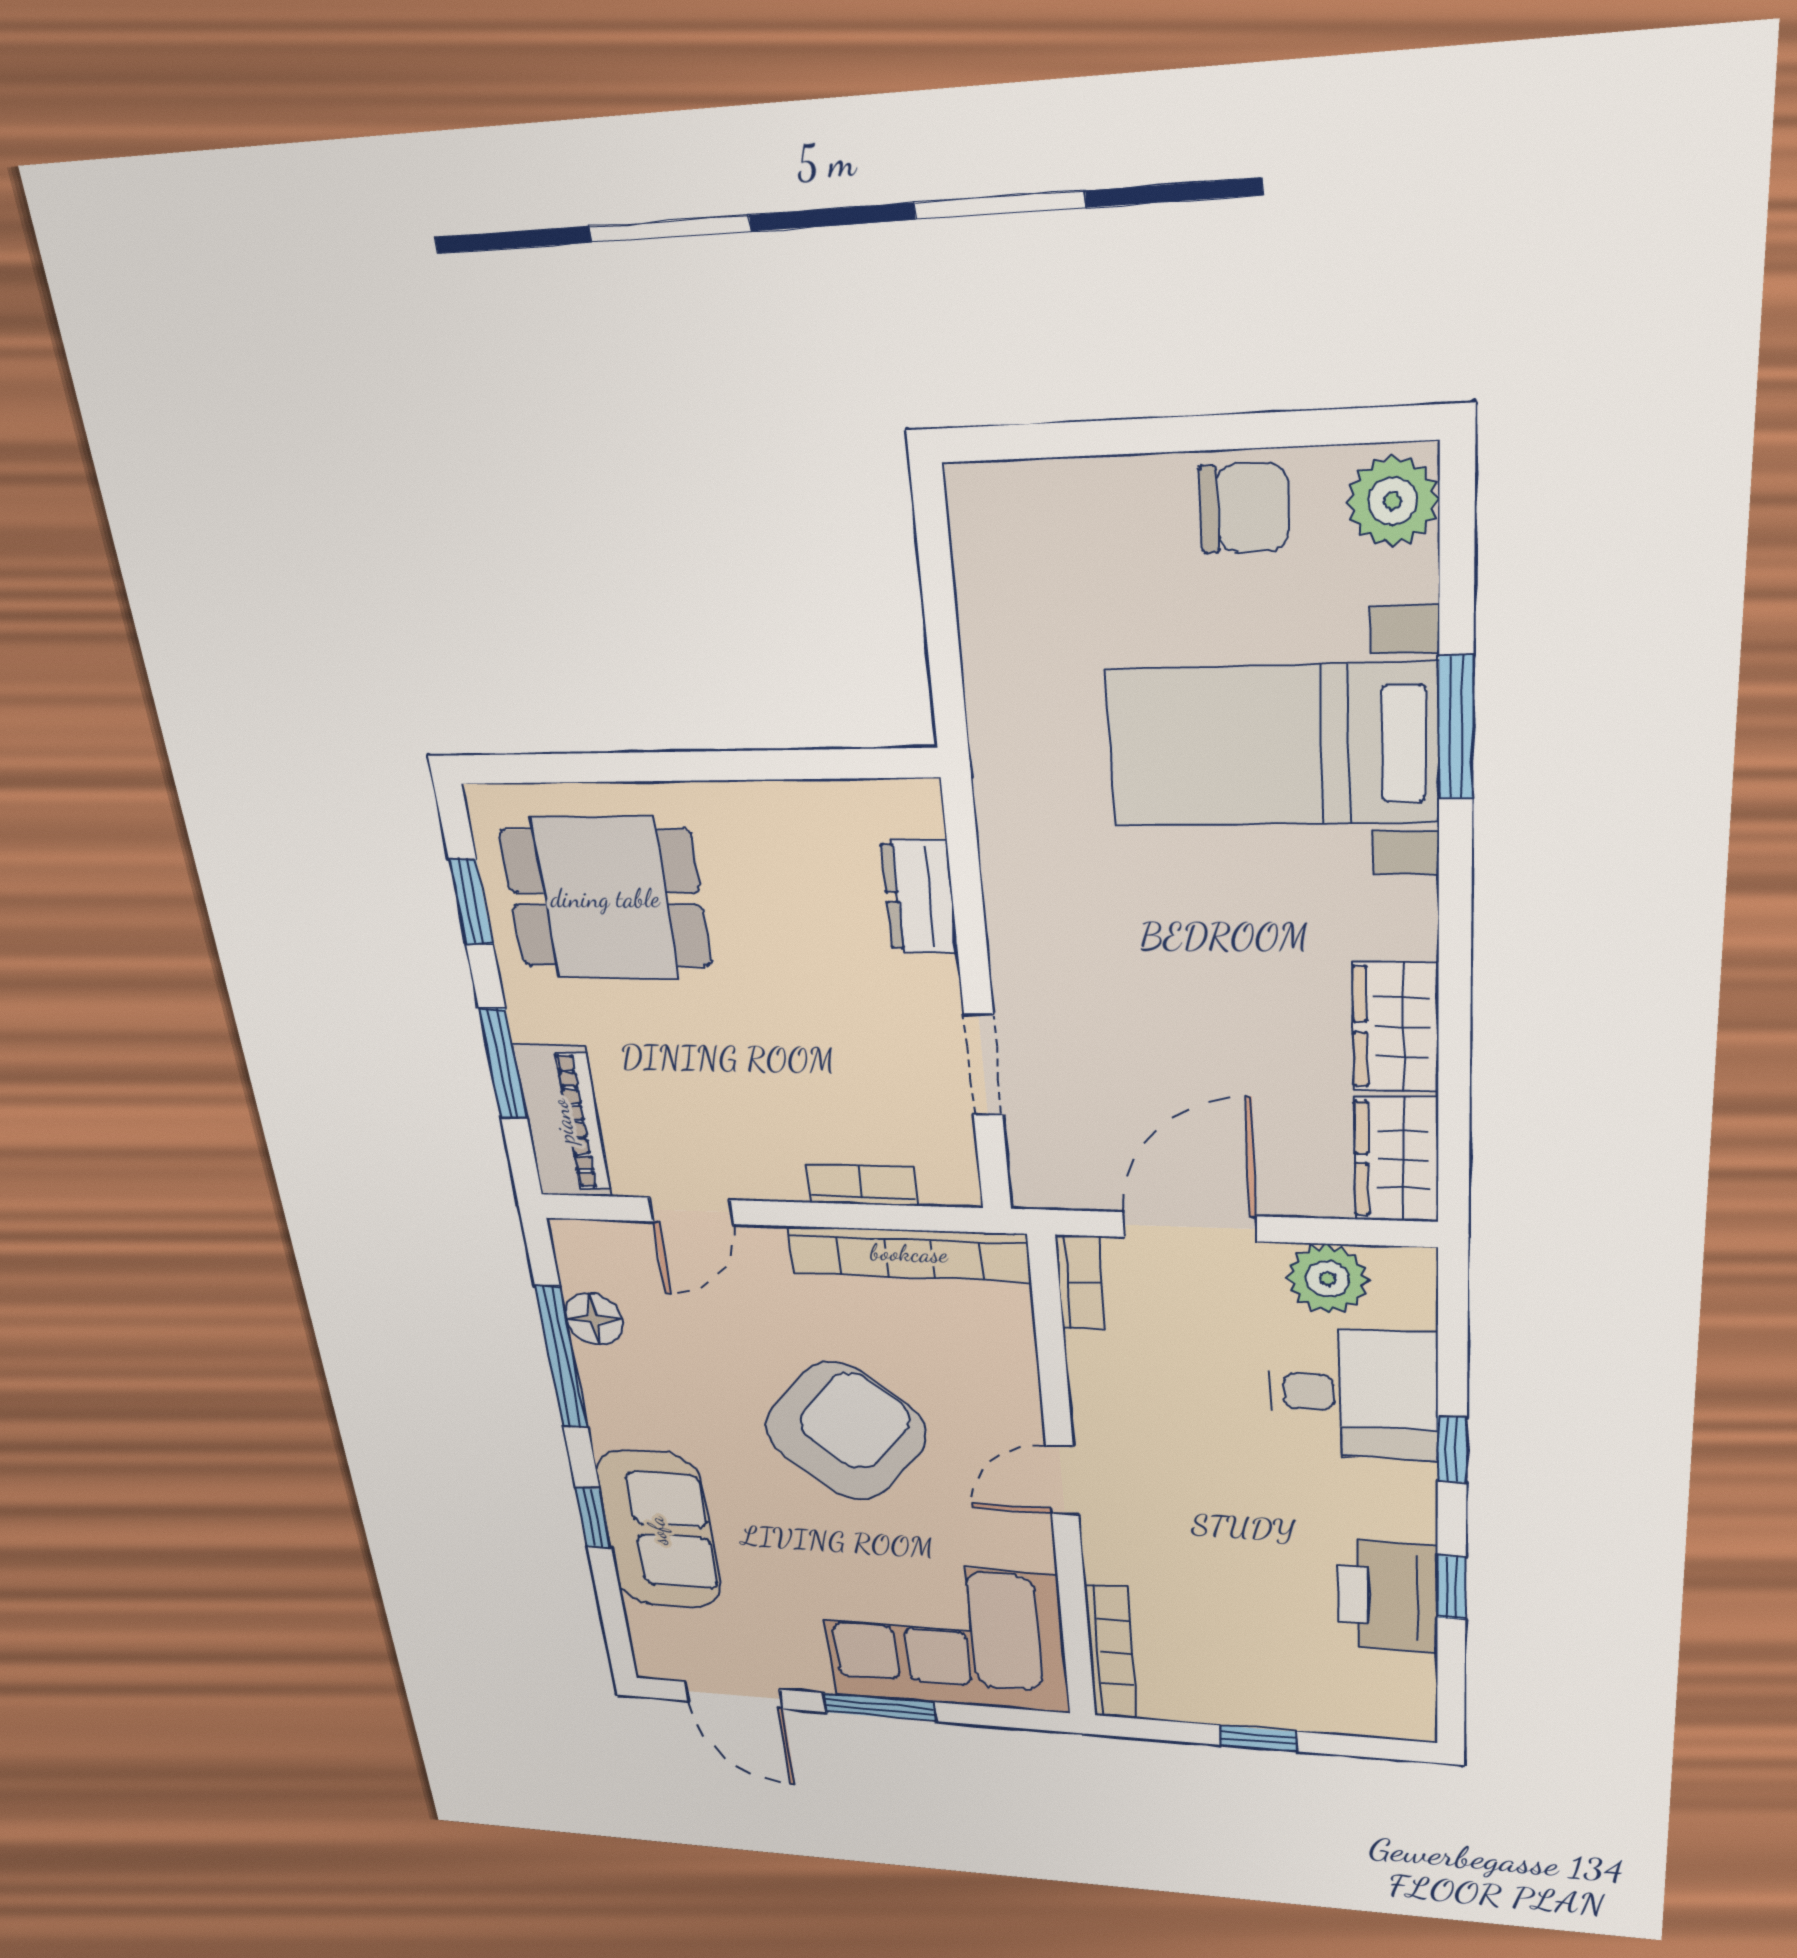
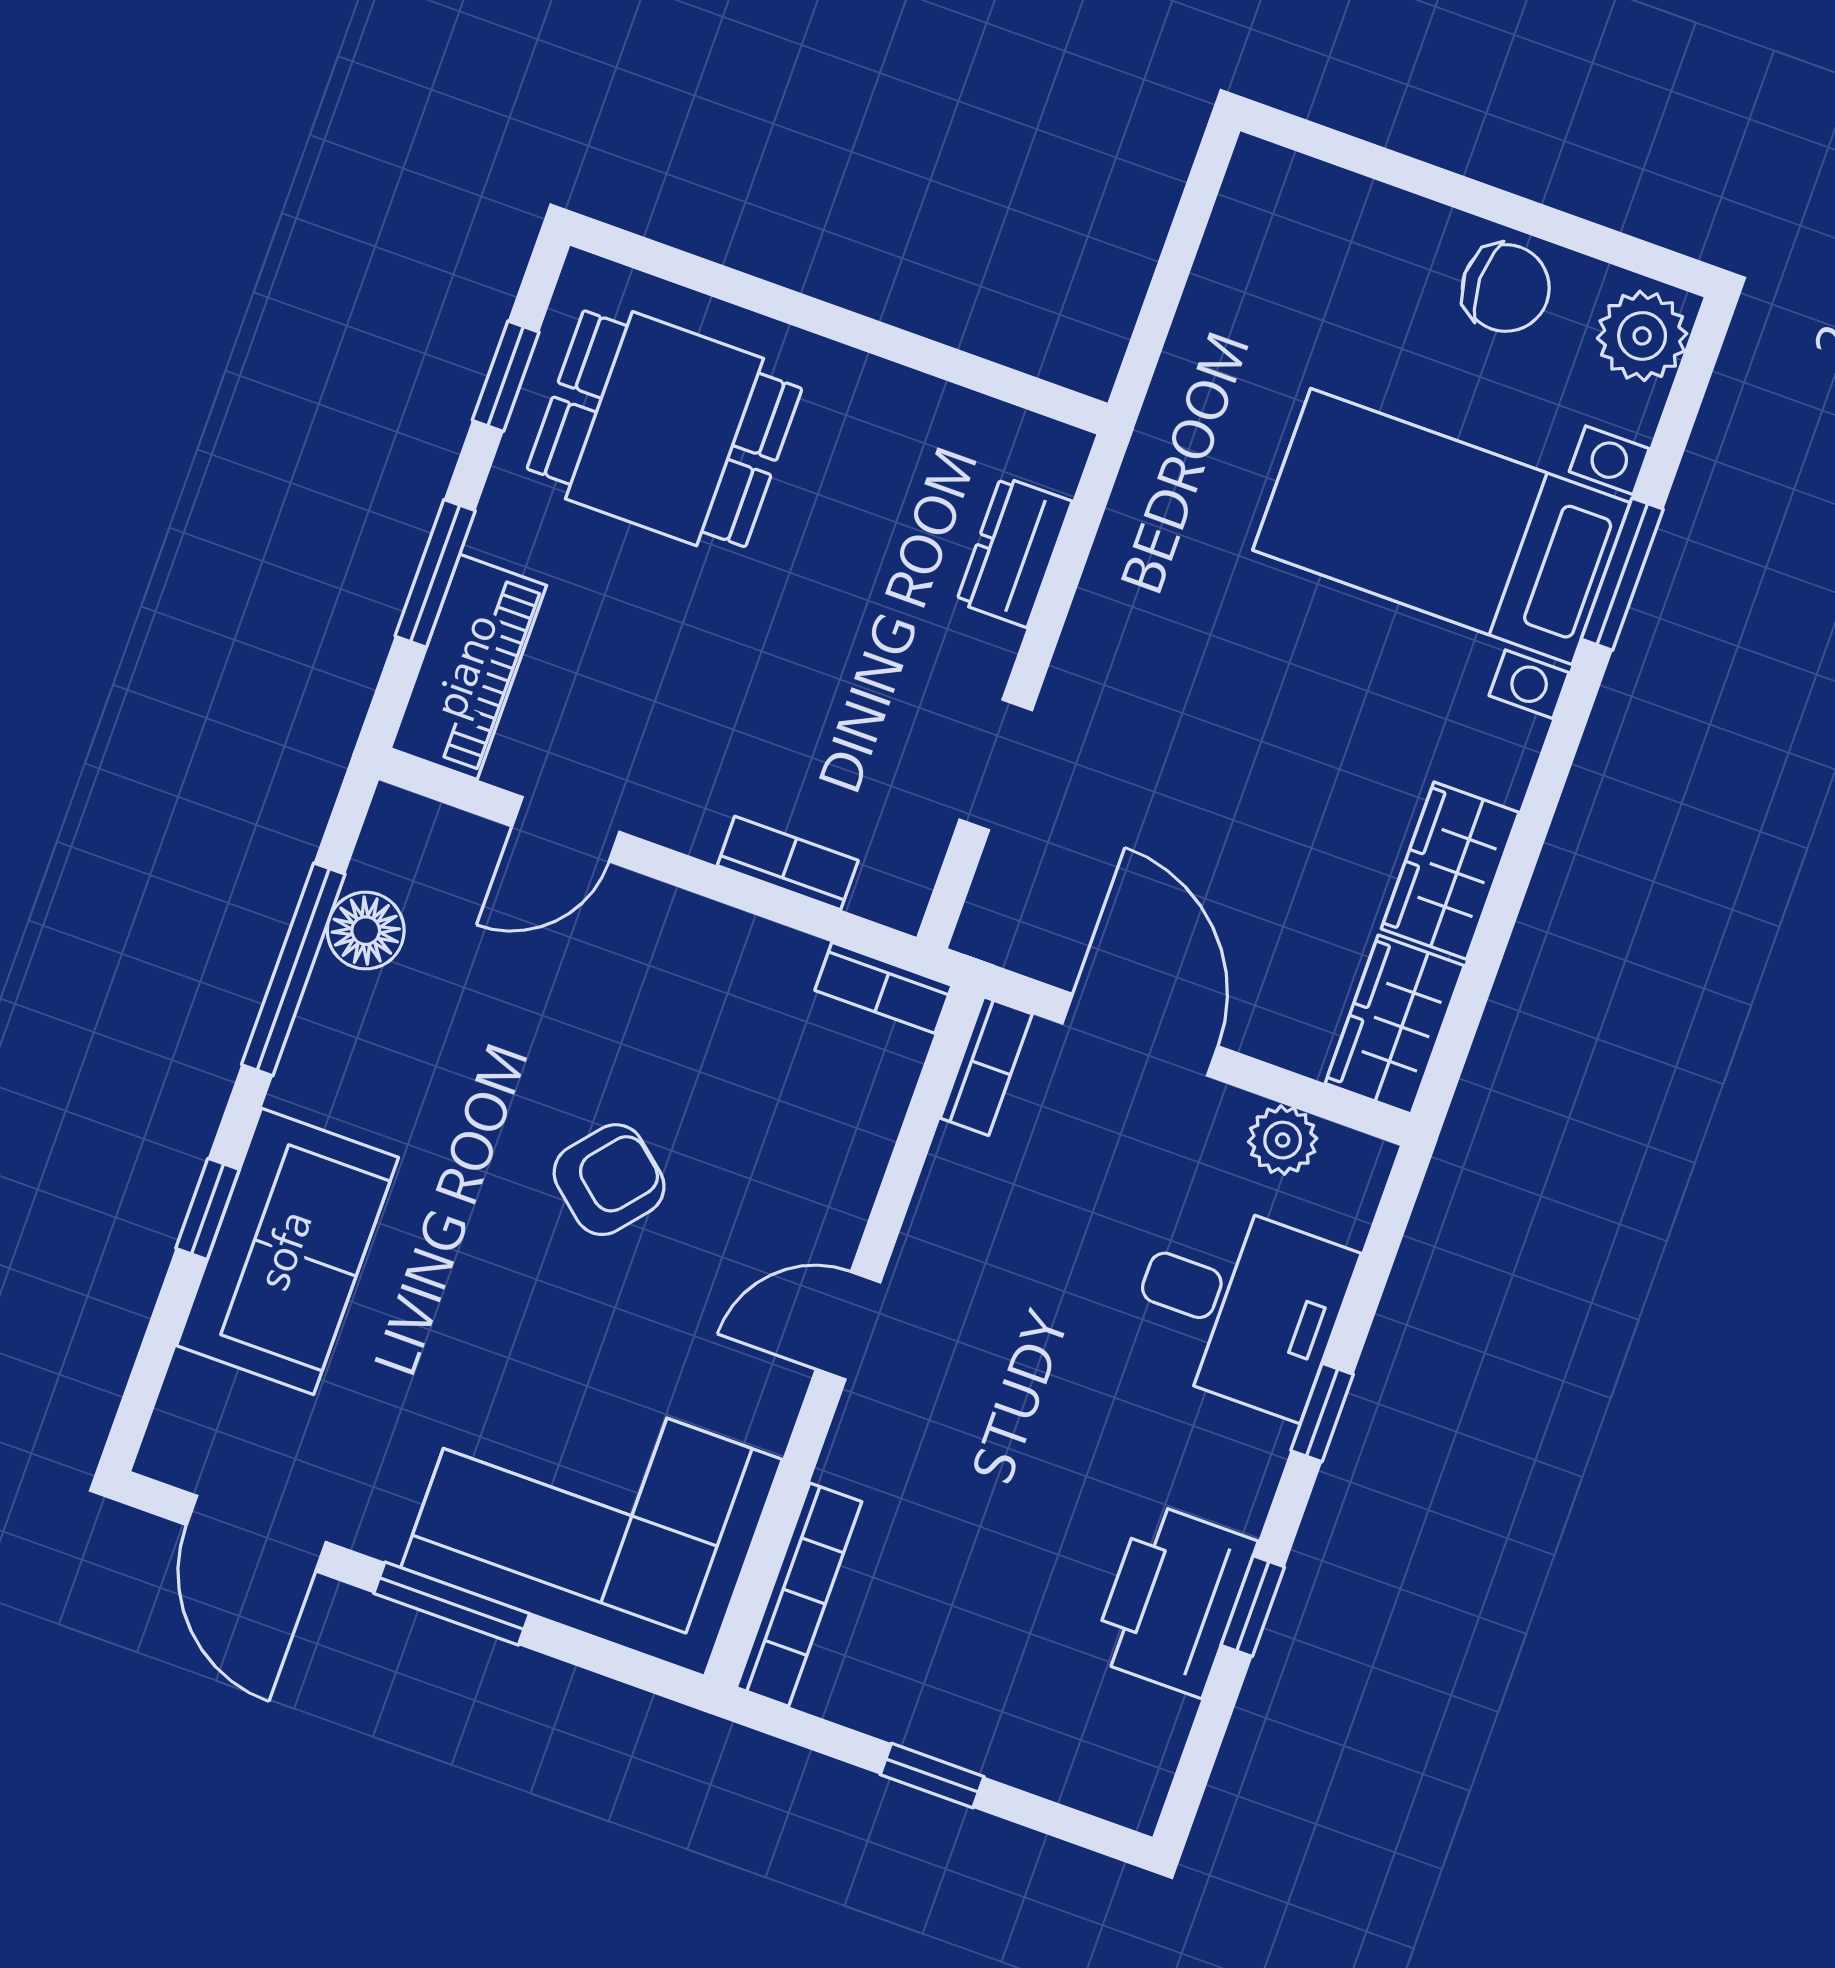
door: (1190, 1227) -> (1140, 1035), hinge flipped
bookcase: (909, 1254) -> (883, 988), width x0.43, depth x0.76
plant: (1328, 1279) -> (1283, 1140), width x0.73, depth x0.73
armchair: (846, 1431) -> (609, 1180), width x0.53, depth x0.53

